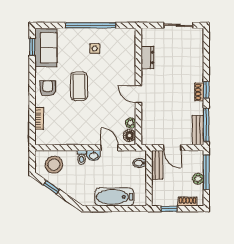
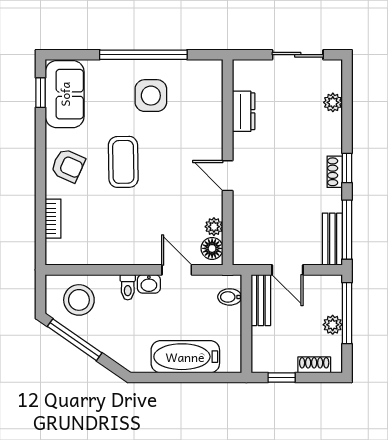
side table: (95, 49) -> (151, 96), width x1.87, depth x1.87
plant: (198, 52) -> (333, 102), added
armchair: (48, 88) -> (68, 166), turned 114
window: (51, 187) -> (75, 340), width x2.17

